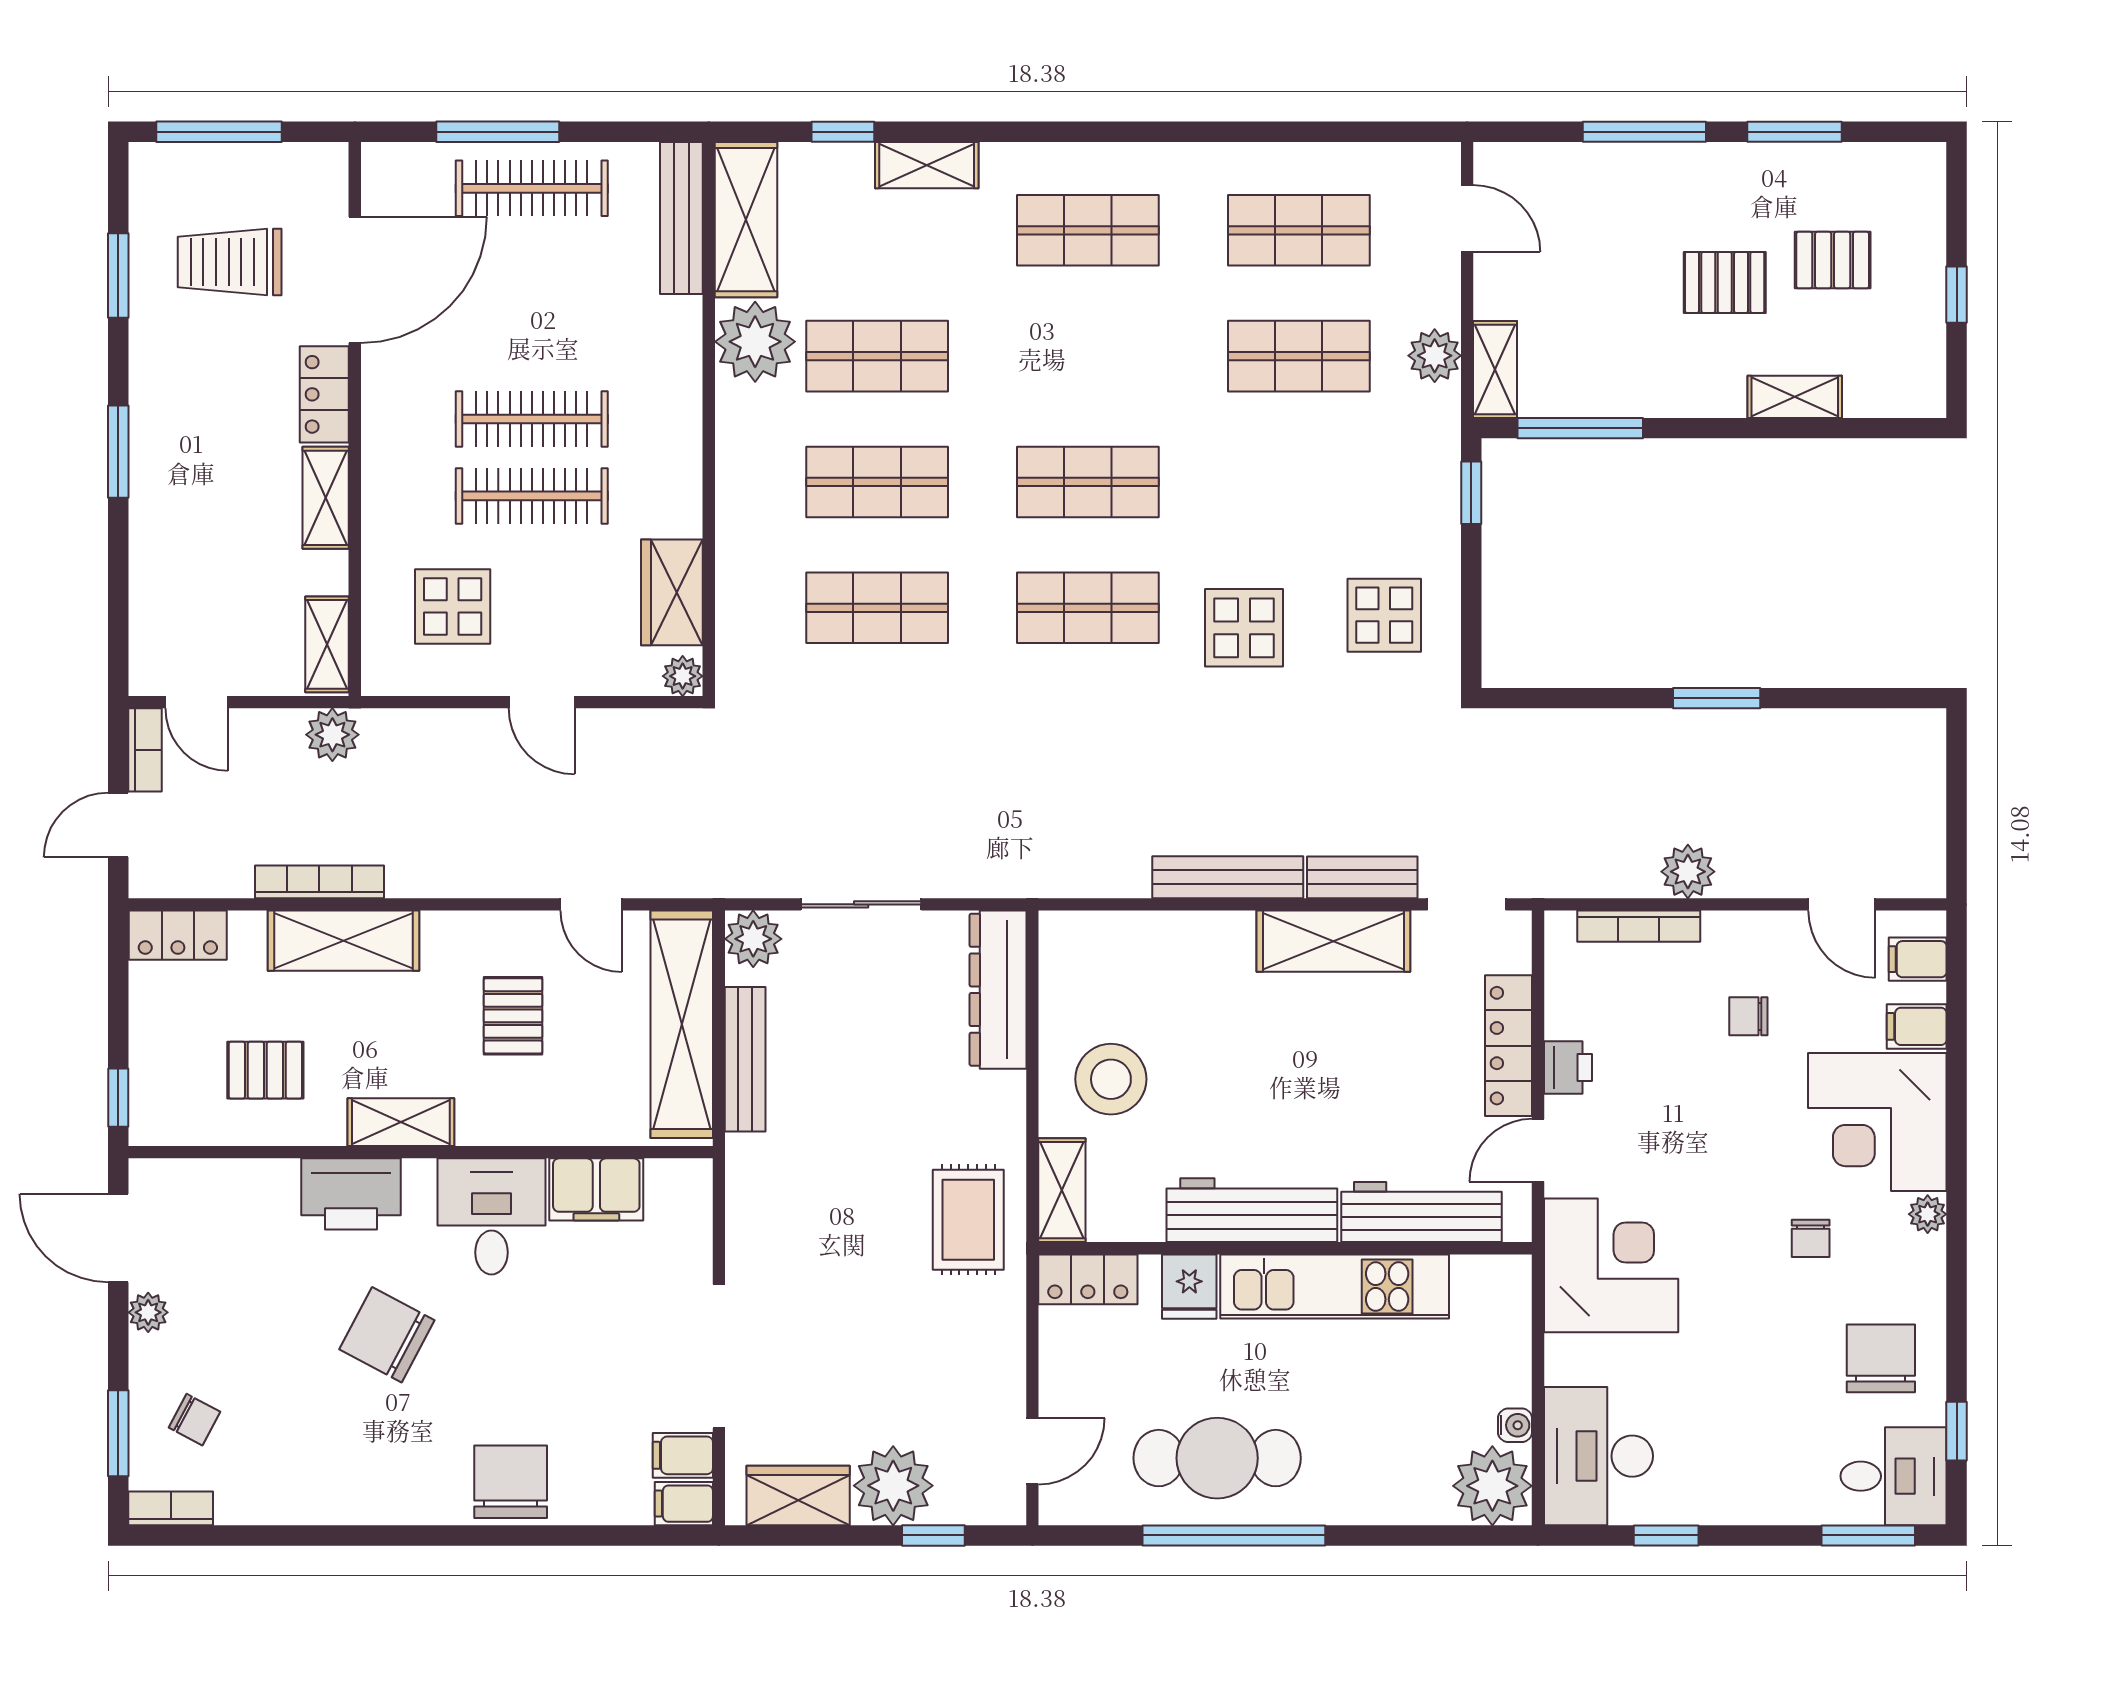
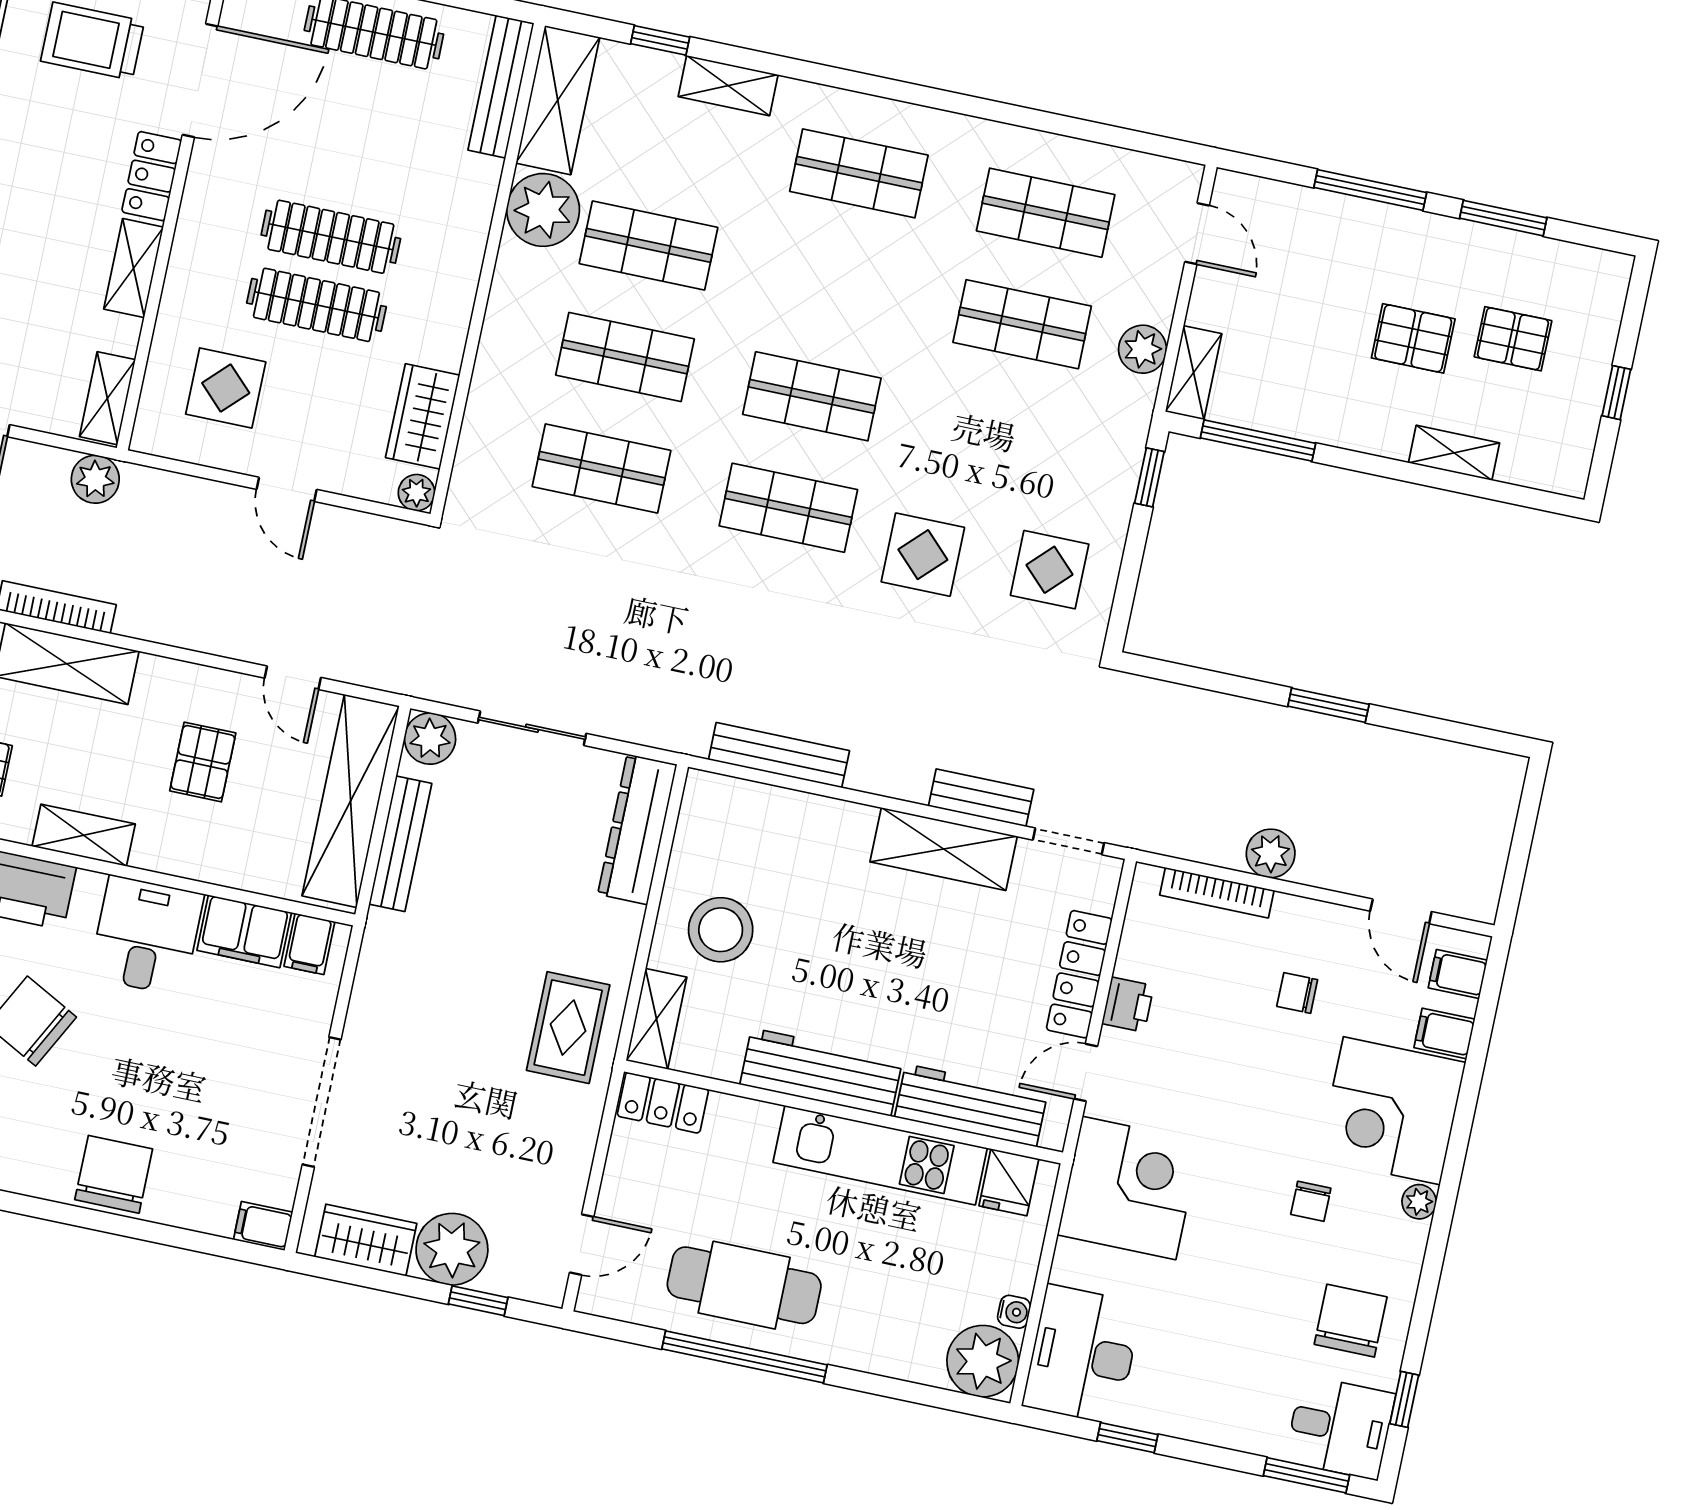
bench: (1228, 877) -> (779, 755), moved
fridge: (1189, 1287) -> (1009, 1182), moved
filing cabinet: (683, 1455) -> (309, 944), moved, turned -90

